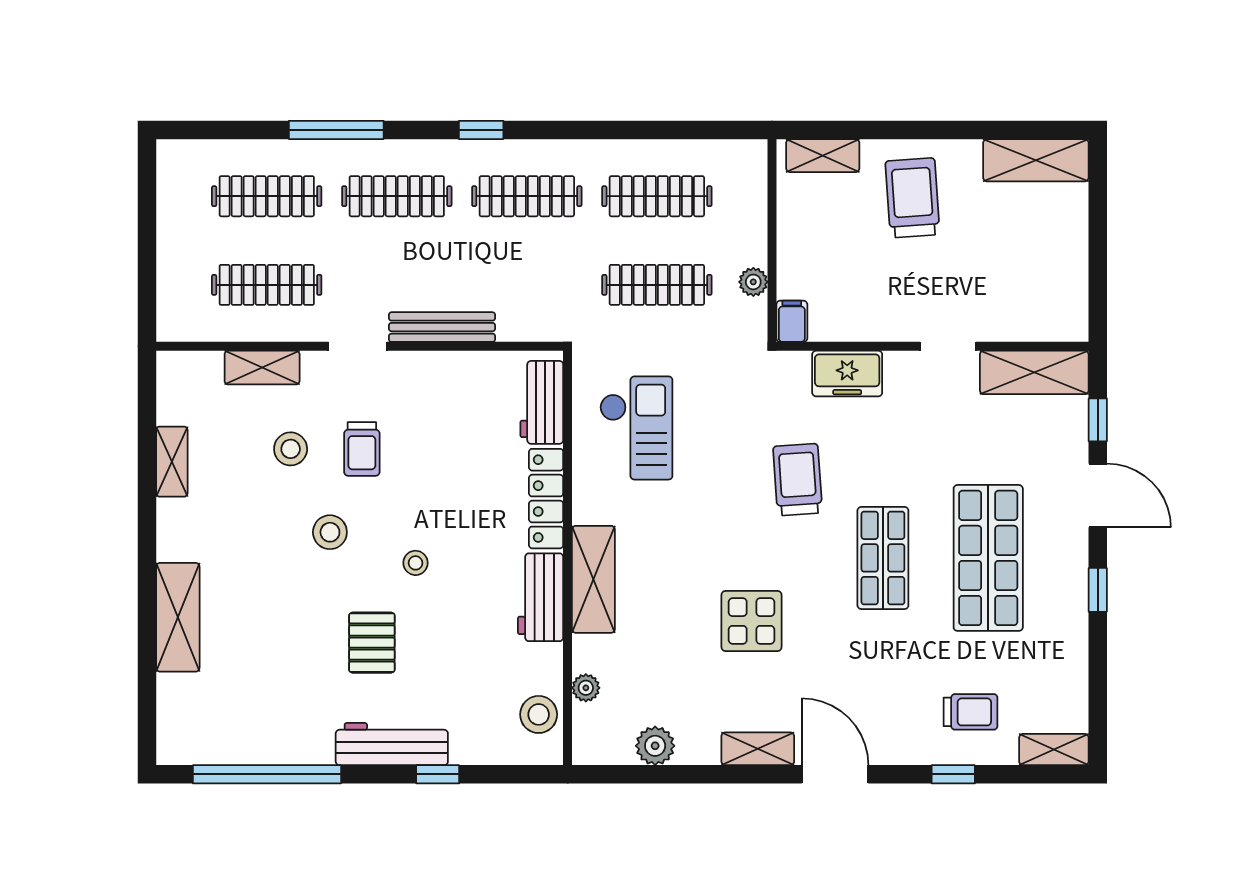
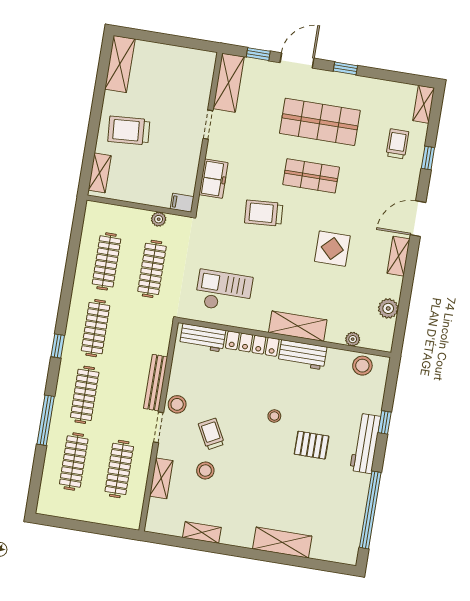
trolley: (362, 449) -> (211, 434), turned -118
stool: (330, 532) -> (177, 404), moved

